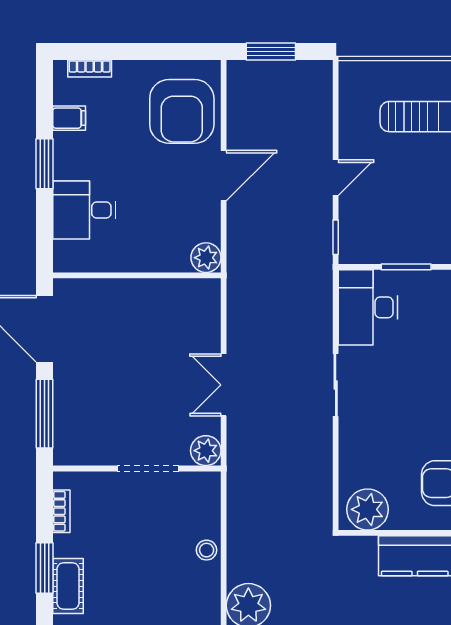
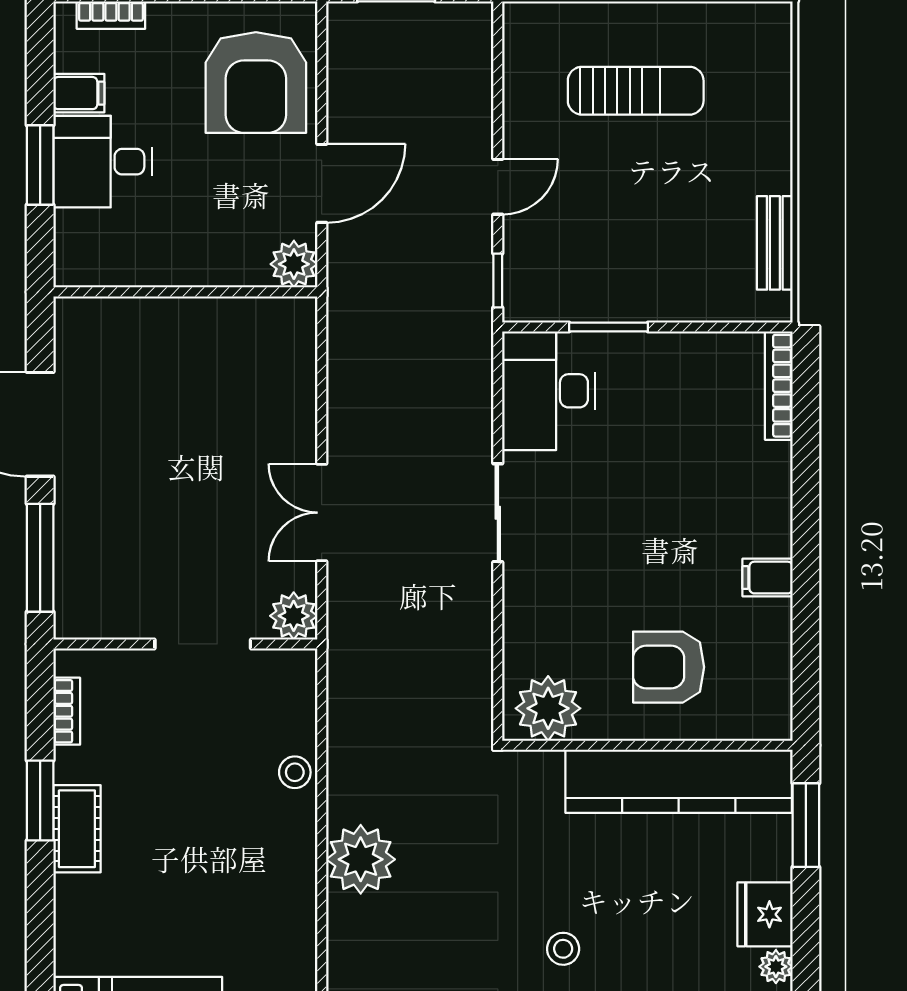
desk: (84, 210) -> (103, 162), moved
plant: (206, 258) -> (294, 264), moved
wall: (137, 275) -> (185, 292), moved

